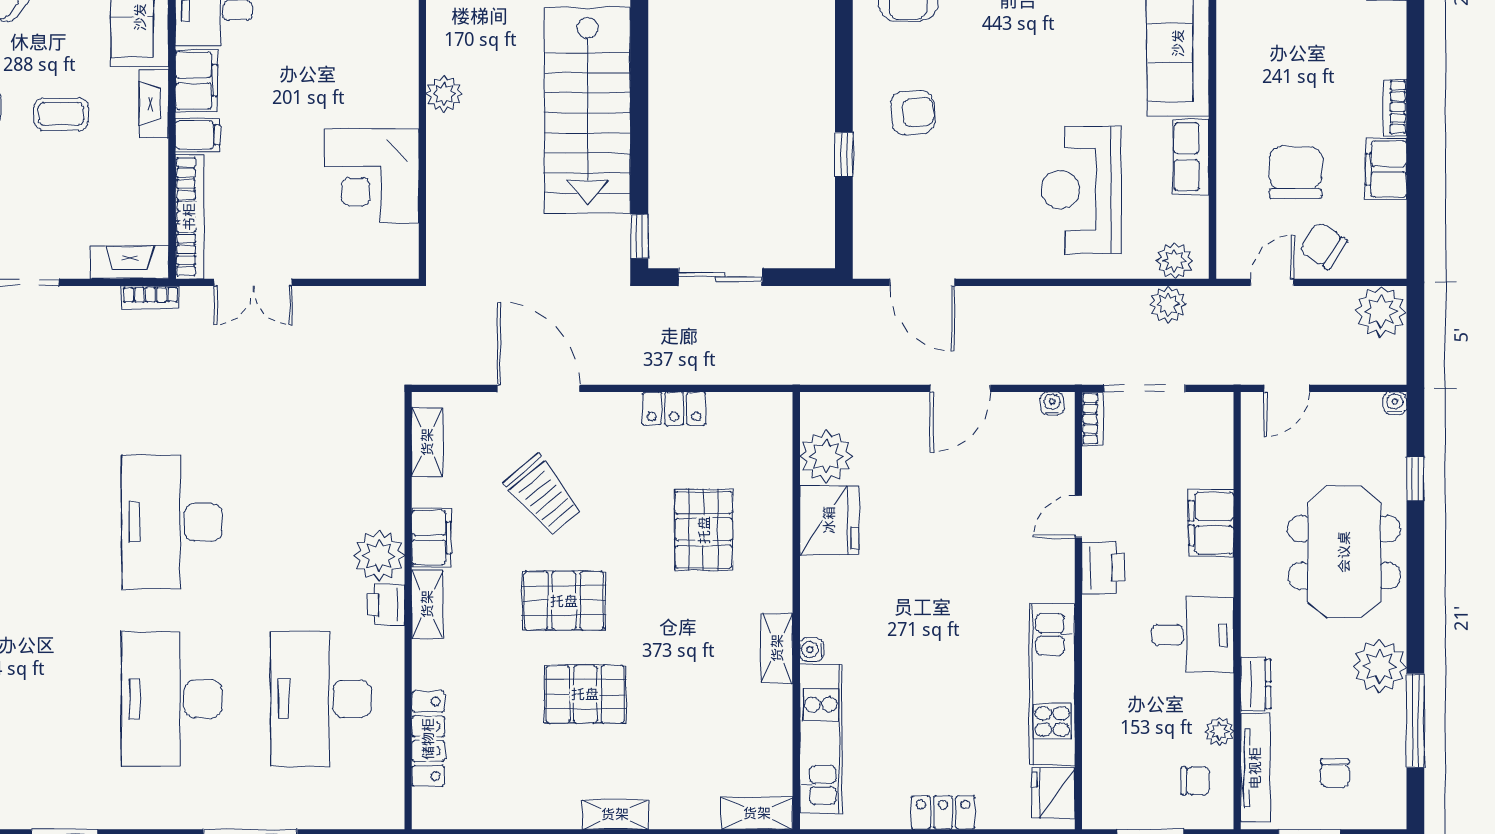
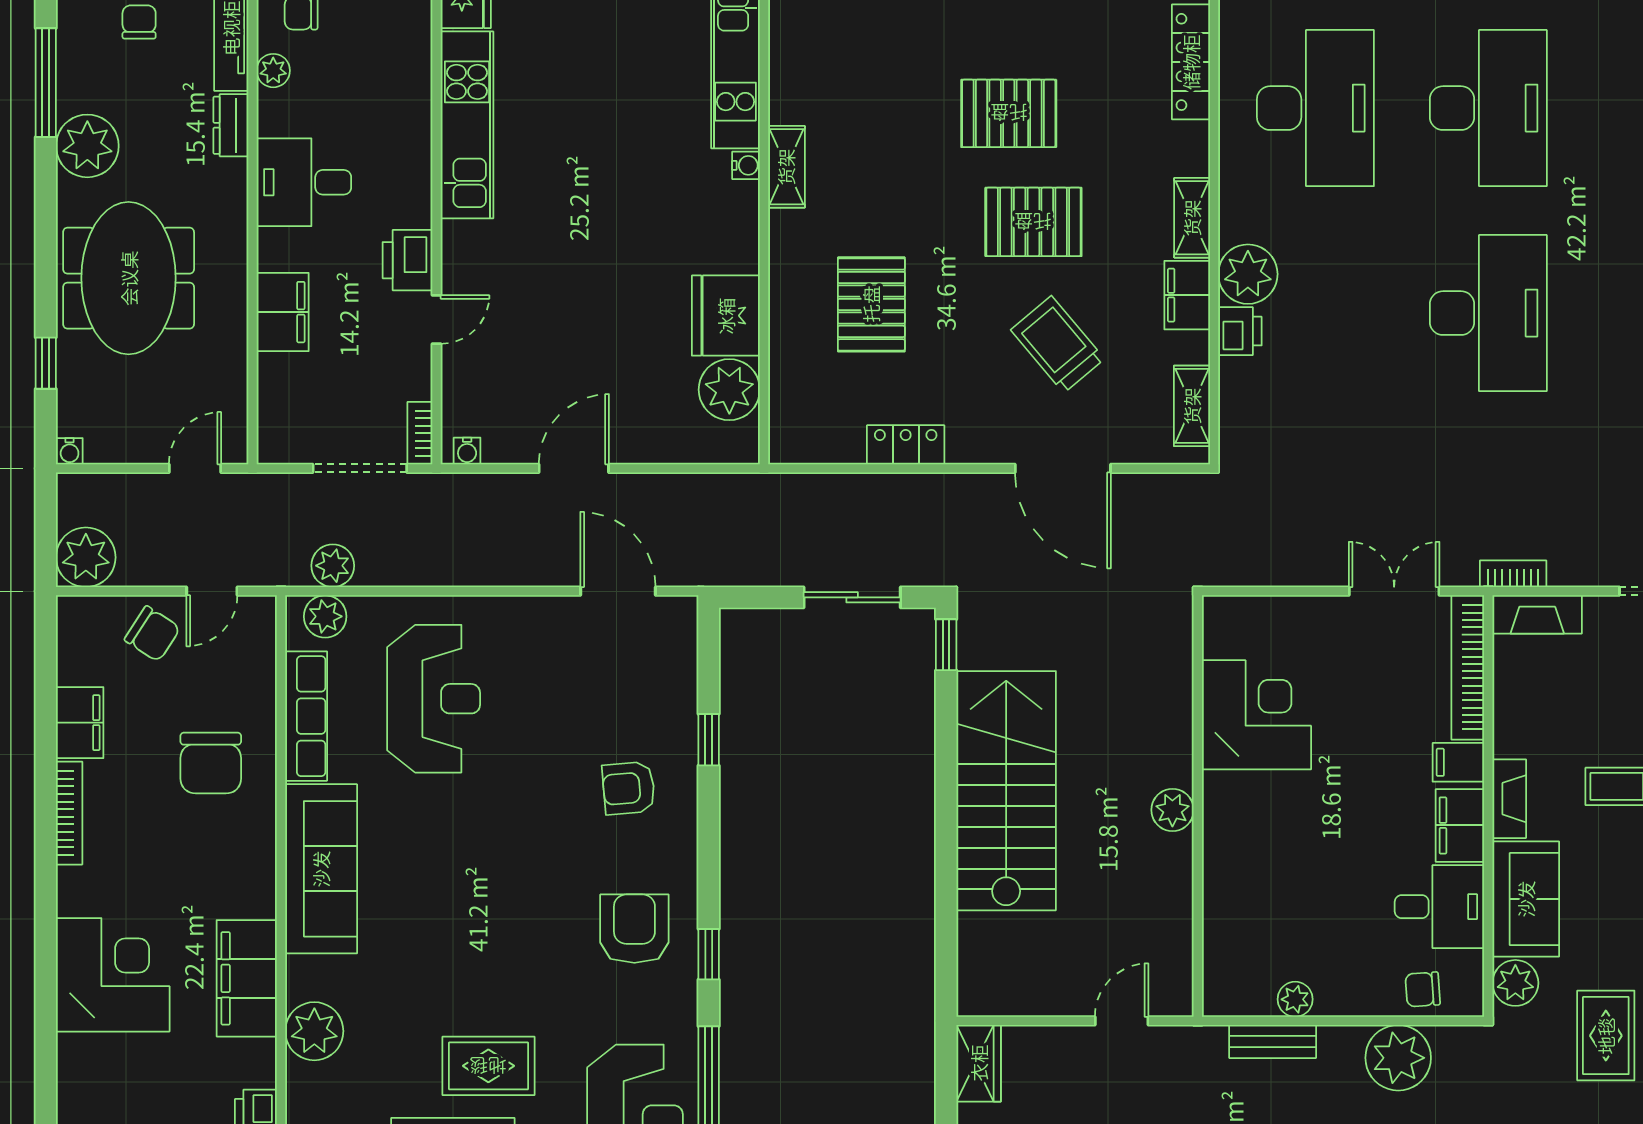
bookcase: (1395, 107) -> (69, 813), width x1.56
row of seats: (1191, 157) -> (306, 716), width x1.48
chair: (1296, 173) -> (211, 763), moved
printer: (386, 605) -> (1240, 331), moved

